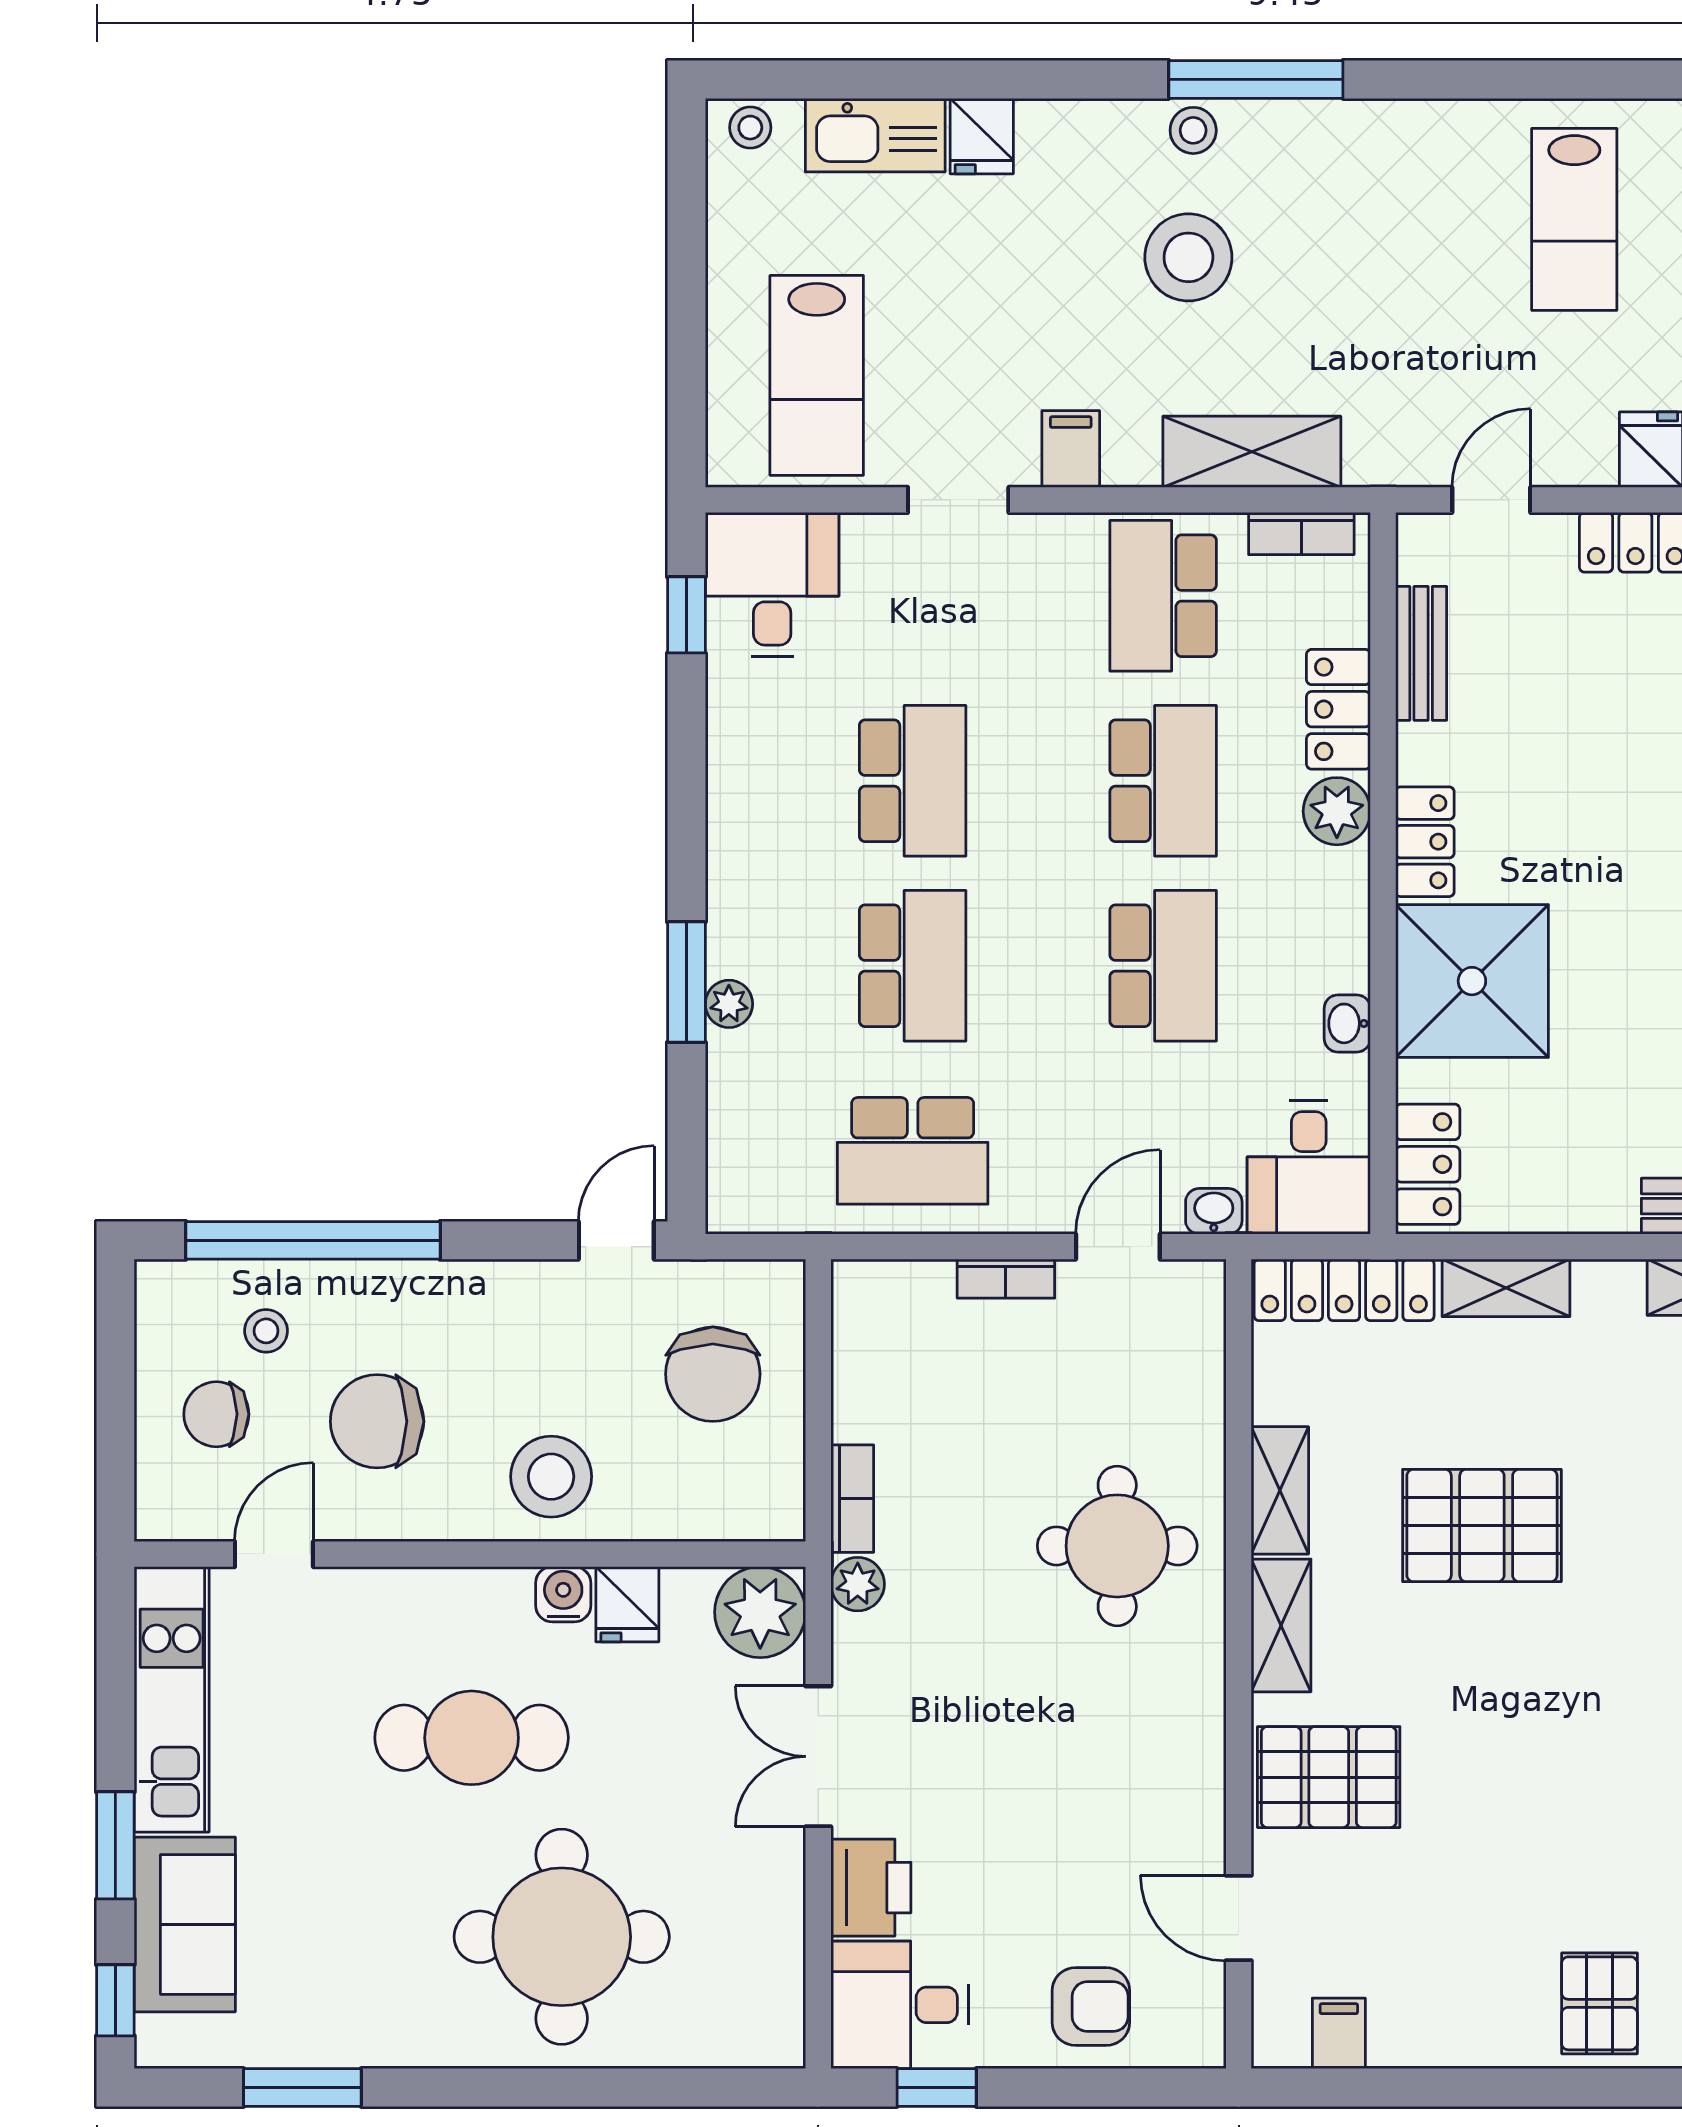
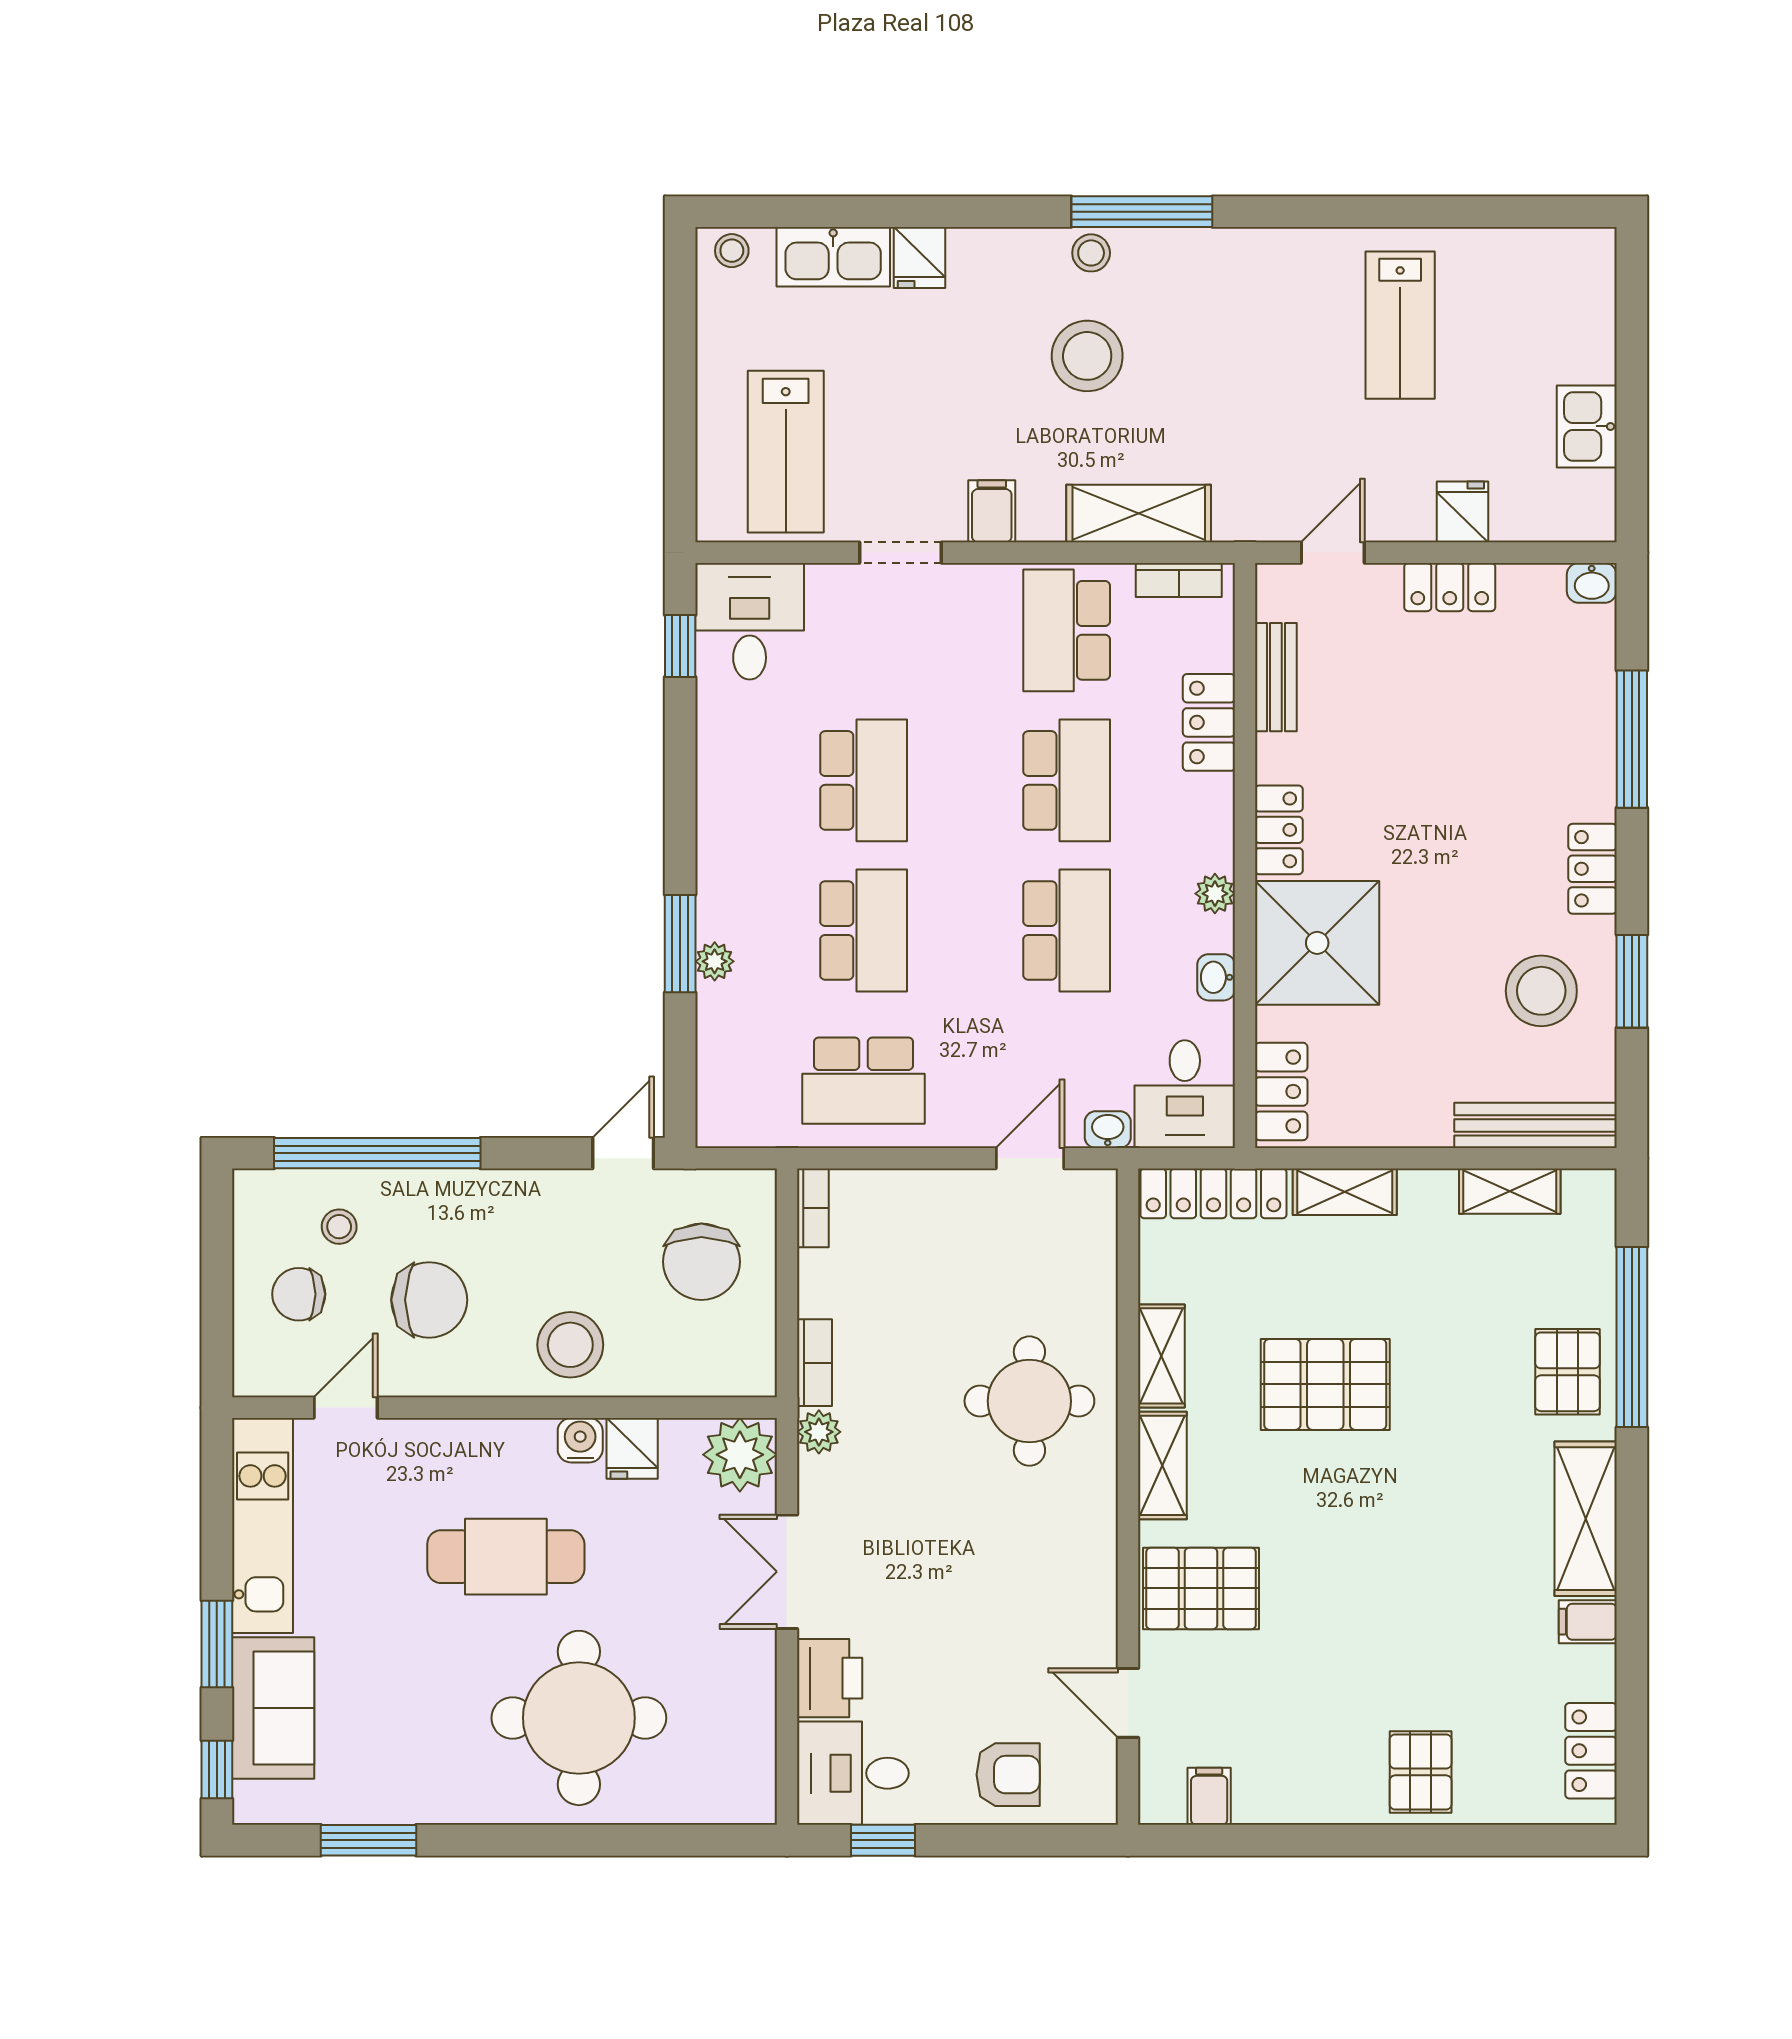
plant: (1337, 811) -> (1215, 894), moved, width x0.73, depth x0.73
bookcase: (1006, 1279) -> (813, 1208), moved, turned -90
chair: (377, 1421) -> (429, 1300), turned 180

